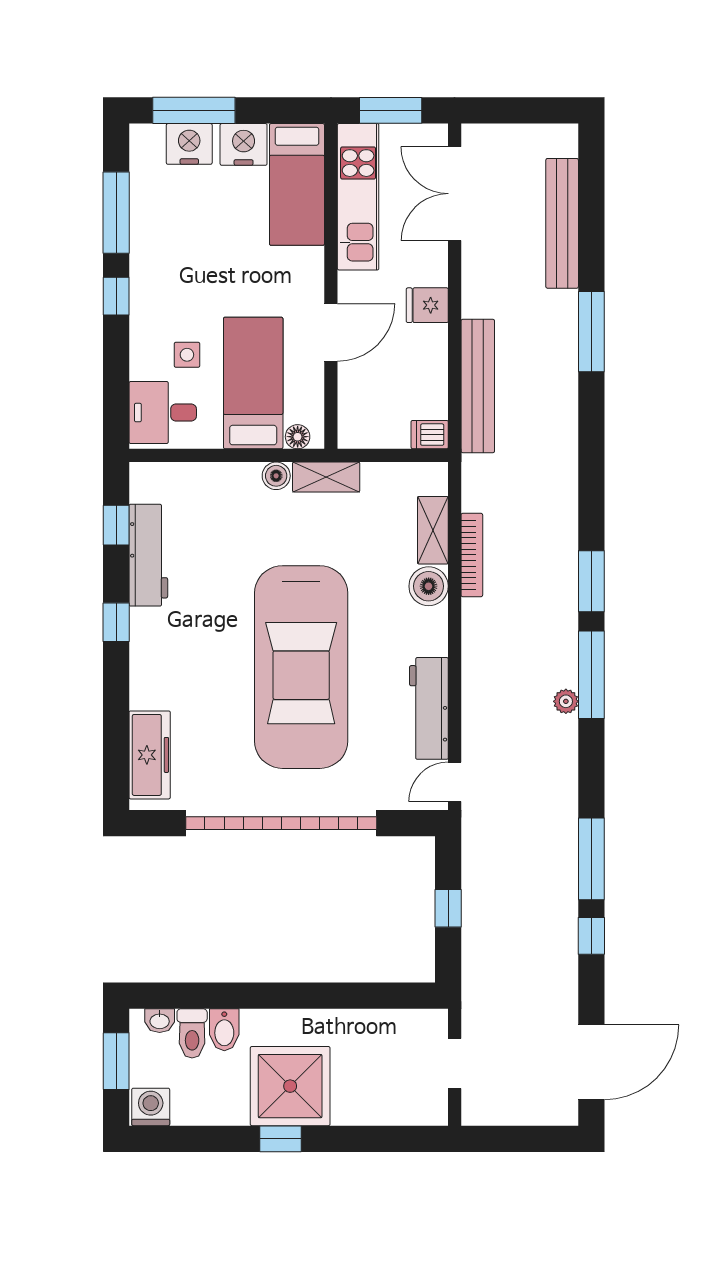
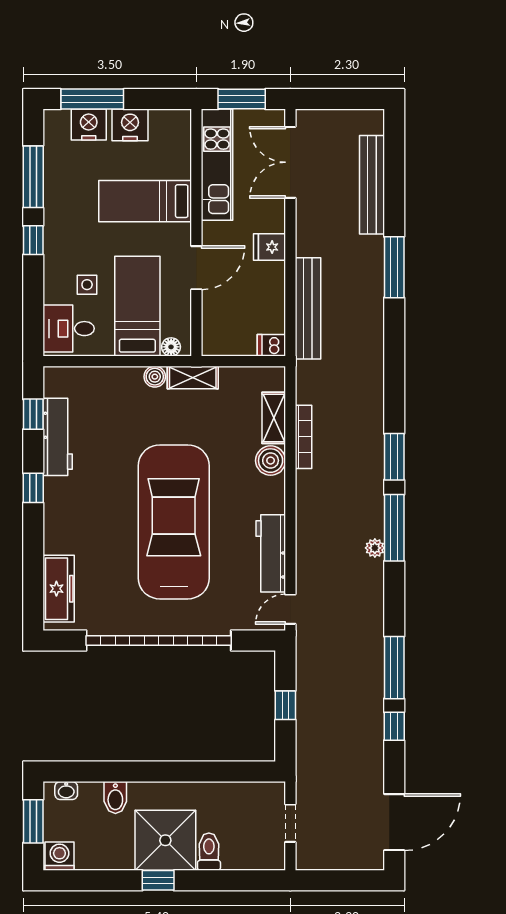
bed: (297, 184) -> (145, 201), moved, turned 90
car: (301, 667) -> (174, 522), turned 180
toilet: (192, 1033) -> (209, 852), moved, turned 180

